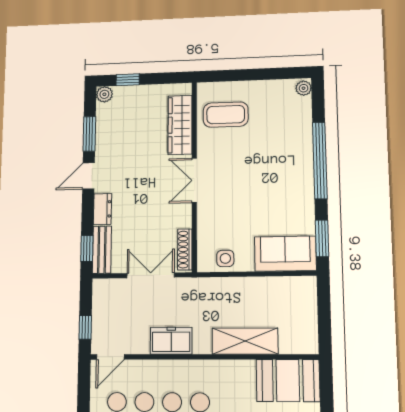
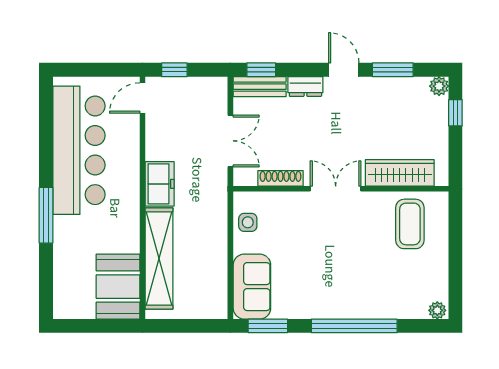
shoe rack: (185, 249) -> (280, 178), moved
freezer: (171, 341) -> (160, 184), moved
shelving: (245, 341) -> (159, 259), width x1.47
door: (110, 357) -> (143, 98), hinge flipped

